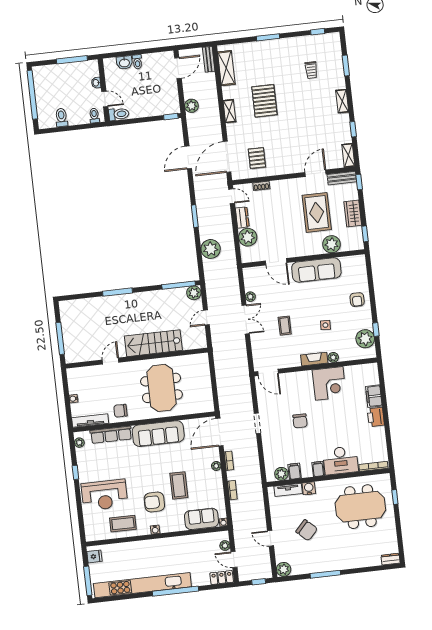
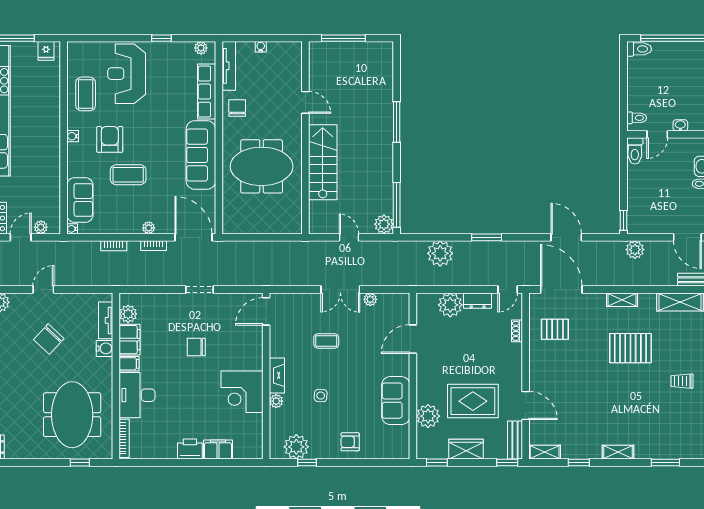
trolley: (311, 70) -> (682, 381), moved
toilet: (61, 117) -> (639, 49), moved
sofa: (316, 270) -> (396, 401), width x0.73
filing cabinet: (295, 471) -> (130, 340), width x2.00

